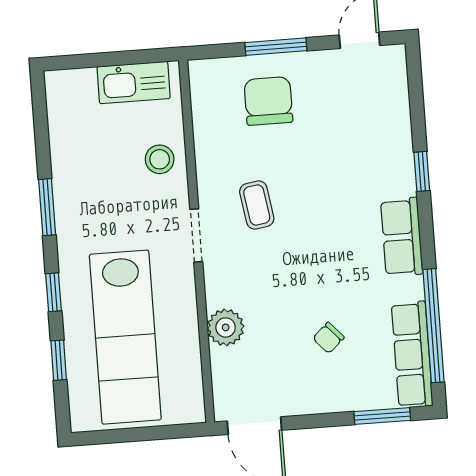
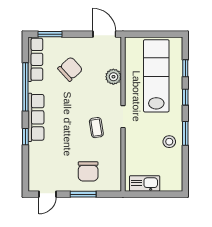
stool: (160, 159) -> (169, 142), moved
row of seats: (402, 237) -> (36, 117), width x1.48
window: (433, 326) -> (25, 87), moved
chair: (328, 338) -> (70, 69), width x1.87, depth x1.87

